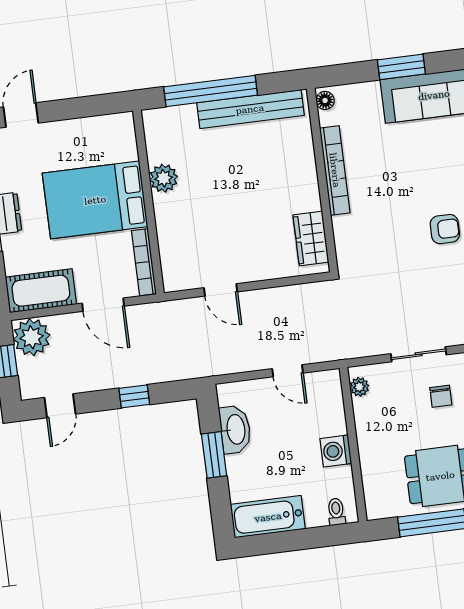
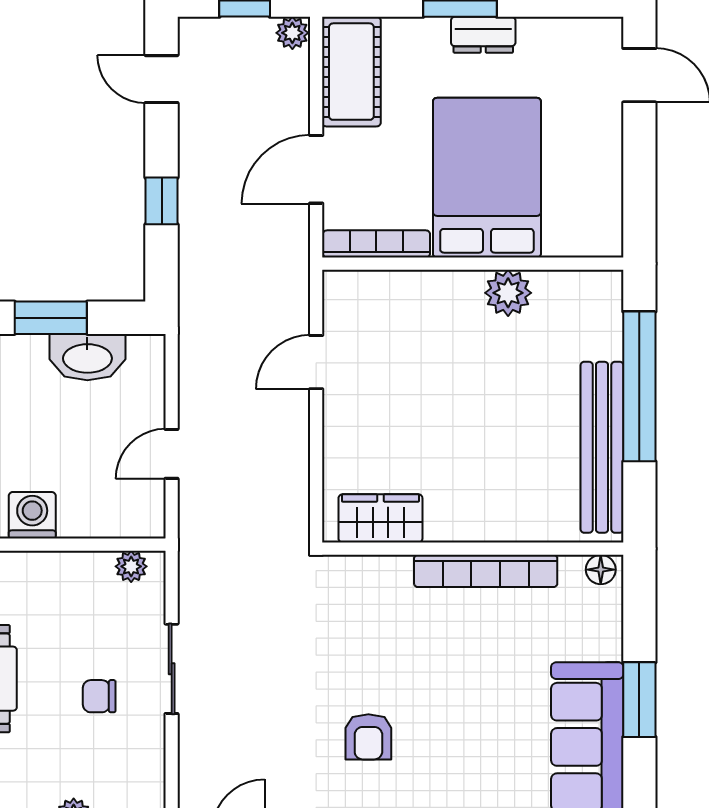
plant: (32, 337) -> (292, 33), width x0.53, depth x0.53

